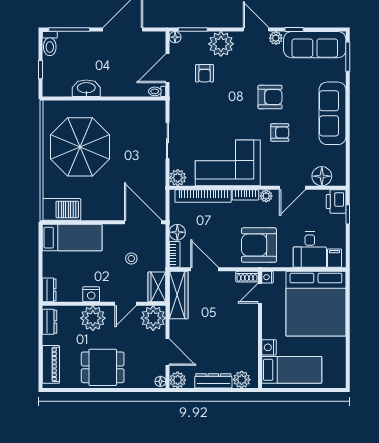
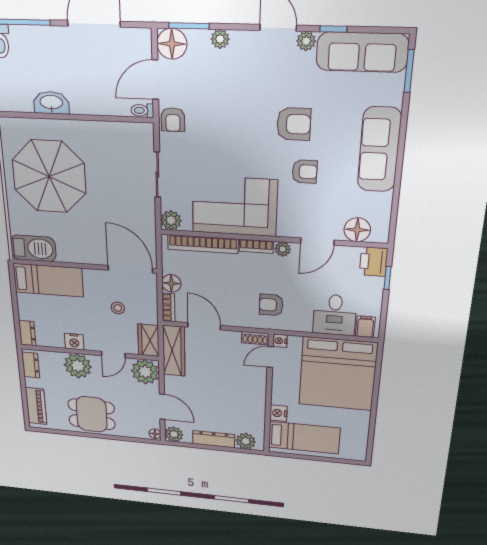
floor lamp: (175, 37) -> (172, 44), width x1.89, depth x1.89
plant: (221, 44) -> (220, 39), width x0.53, depth x0.53
armchair: (205, 73) -> (173, 120), moved
armchair: (259, 245) -> (271, 305), width x0.53, depth x0.53

